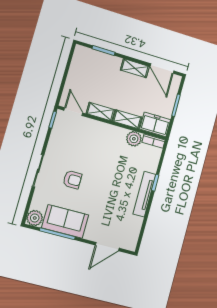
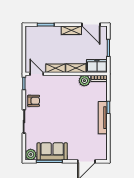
armchair: (72, 180) -> (34, 101), moved

